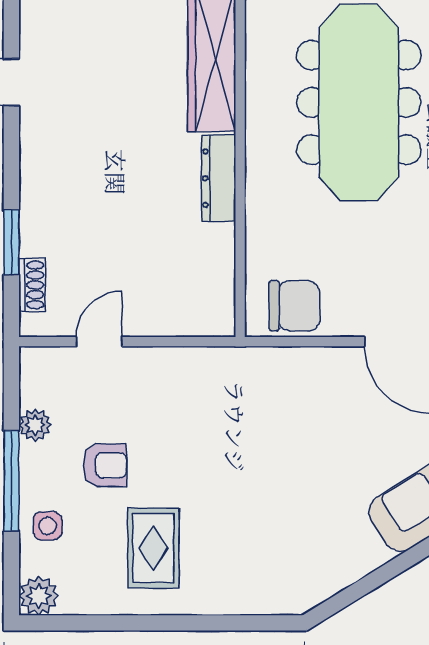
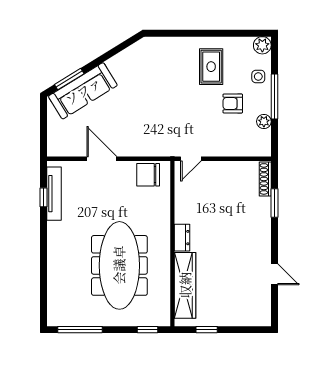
dresser: (219, 178) -> (182, 238), width x0.70
shoe rack: (32, 285) -> (265, 179), width x1.43
door: (99, 342) -> (191, 159), moved

